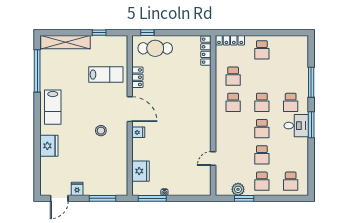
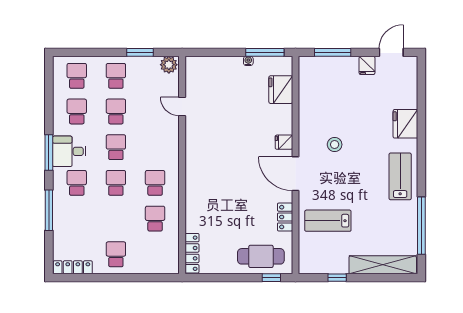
locker: (230, 40) -> (73, 267), moved
school desk: (291, 155) -> (77, 112), added
door: (213, 159) -> (182, 106), swing flipped
plant: (238, 189) -> (169, 65), moved

